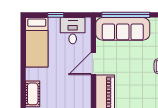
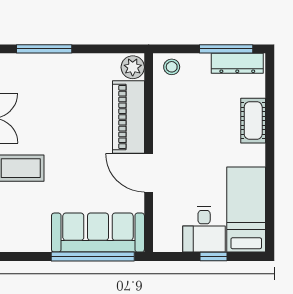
desk: (73, 31) -> (204, 229), moved
door: (93, 64) -> (149, 173), swing flipped

